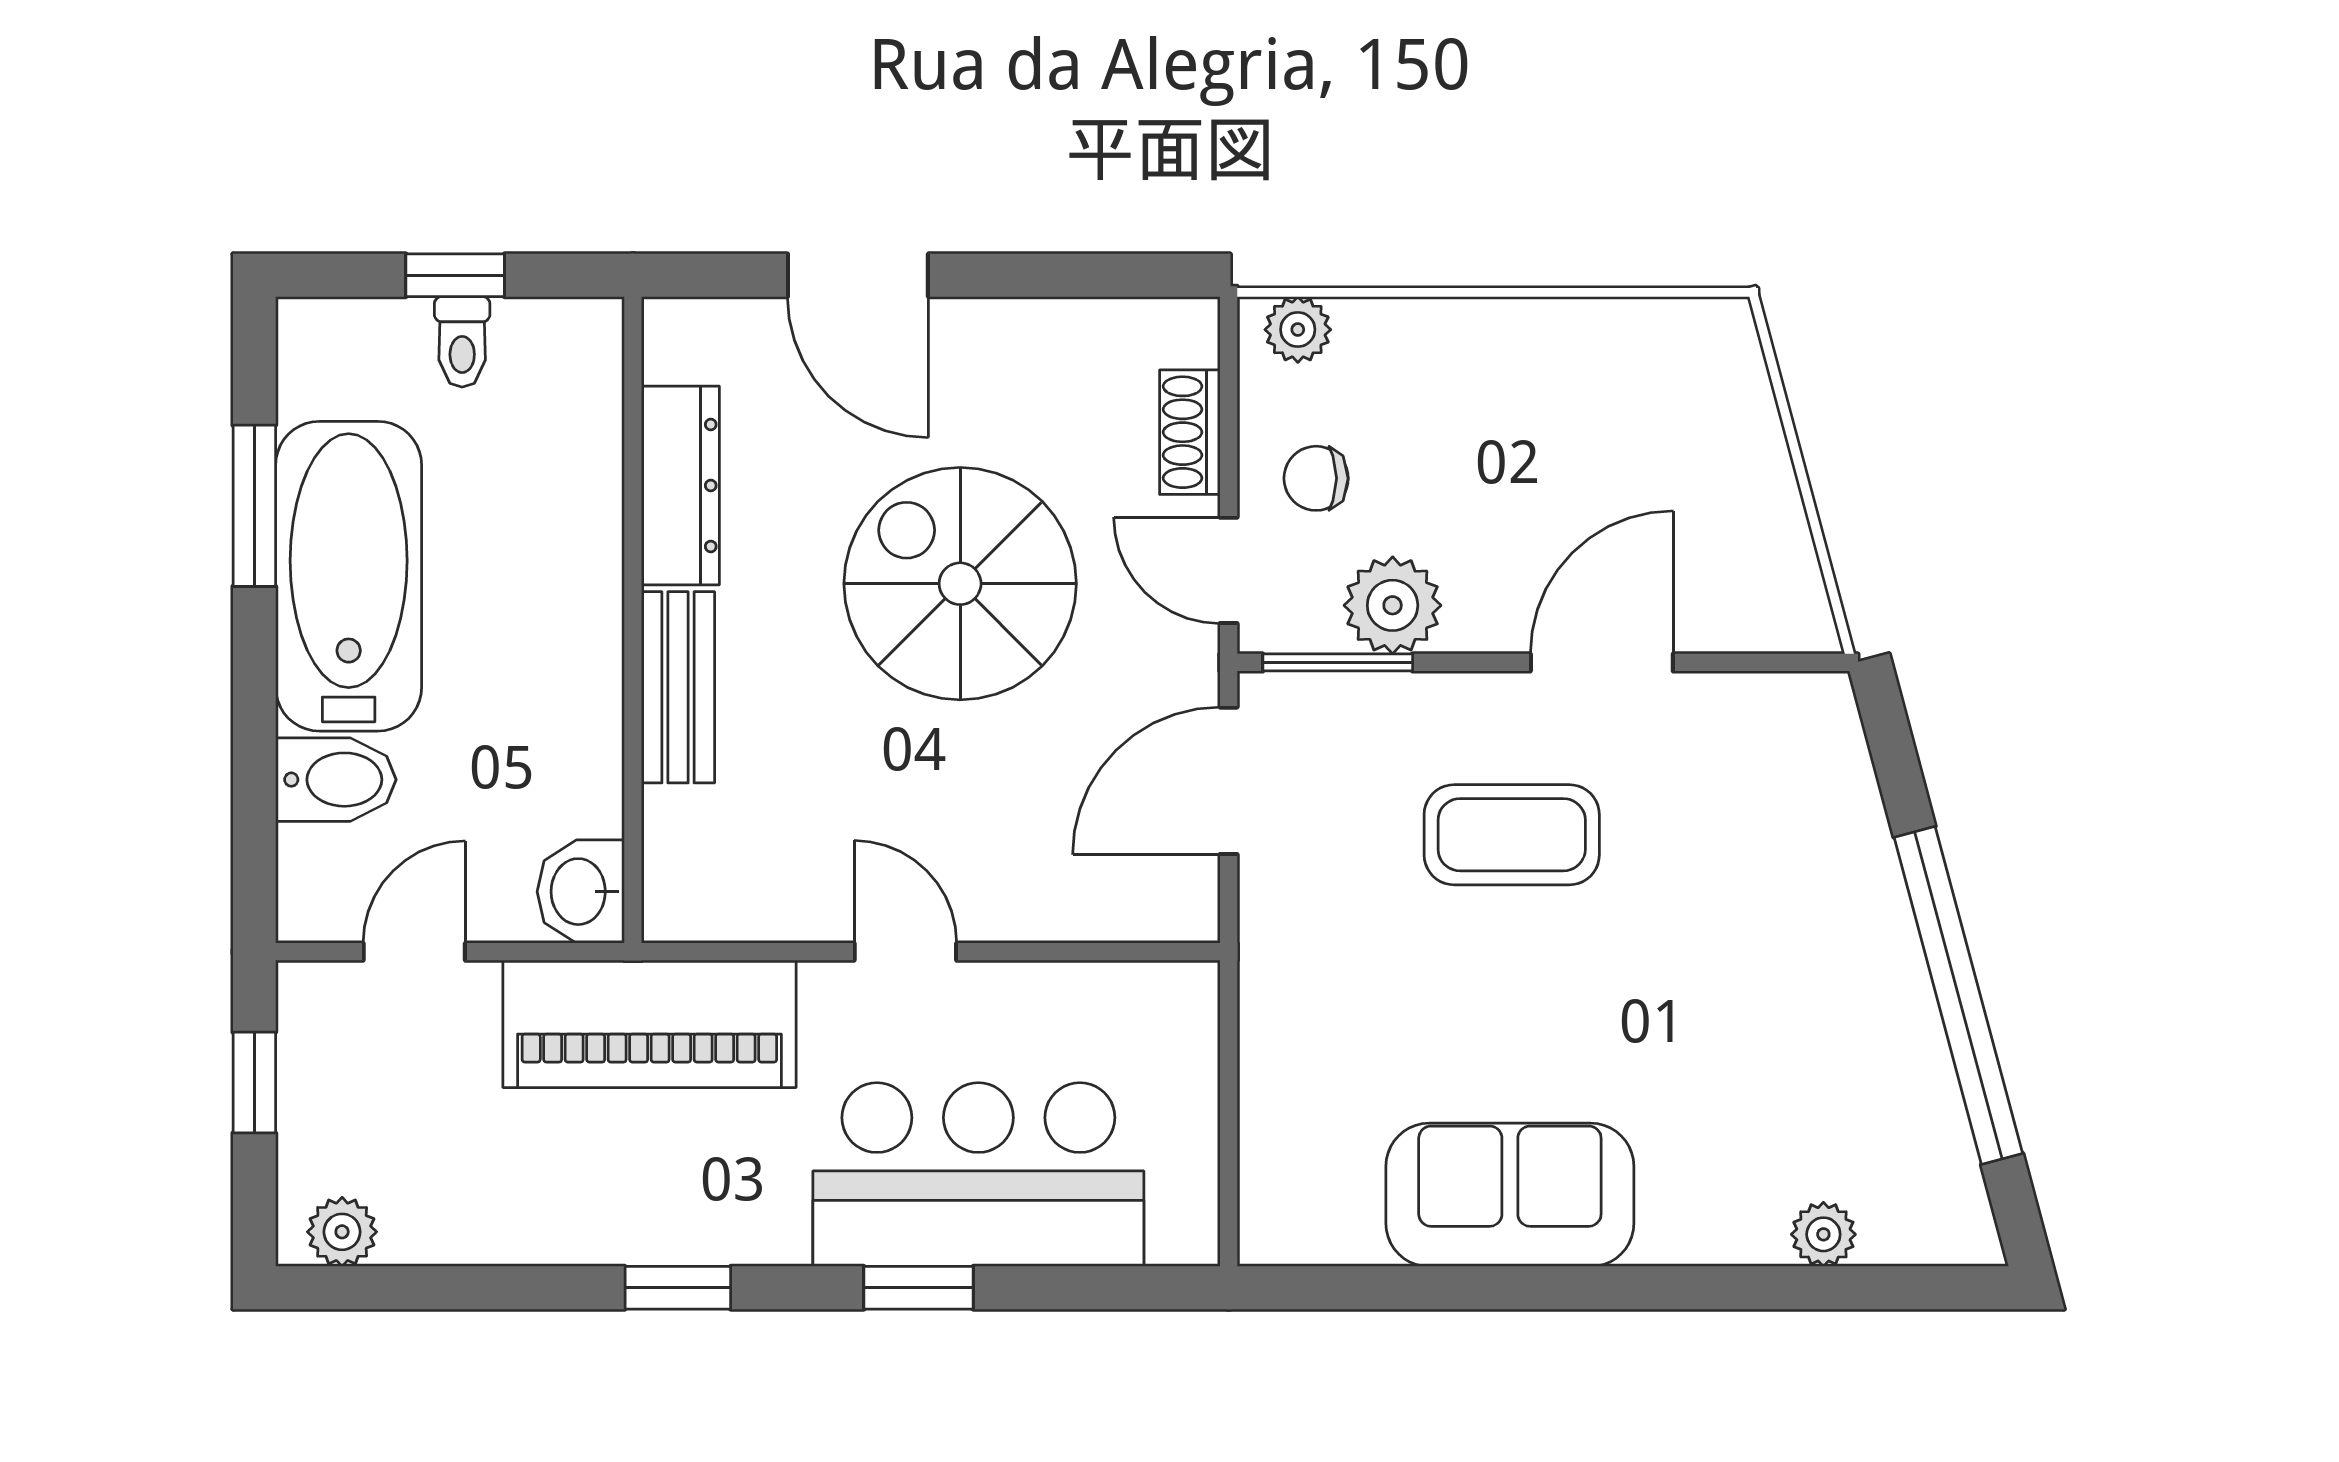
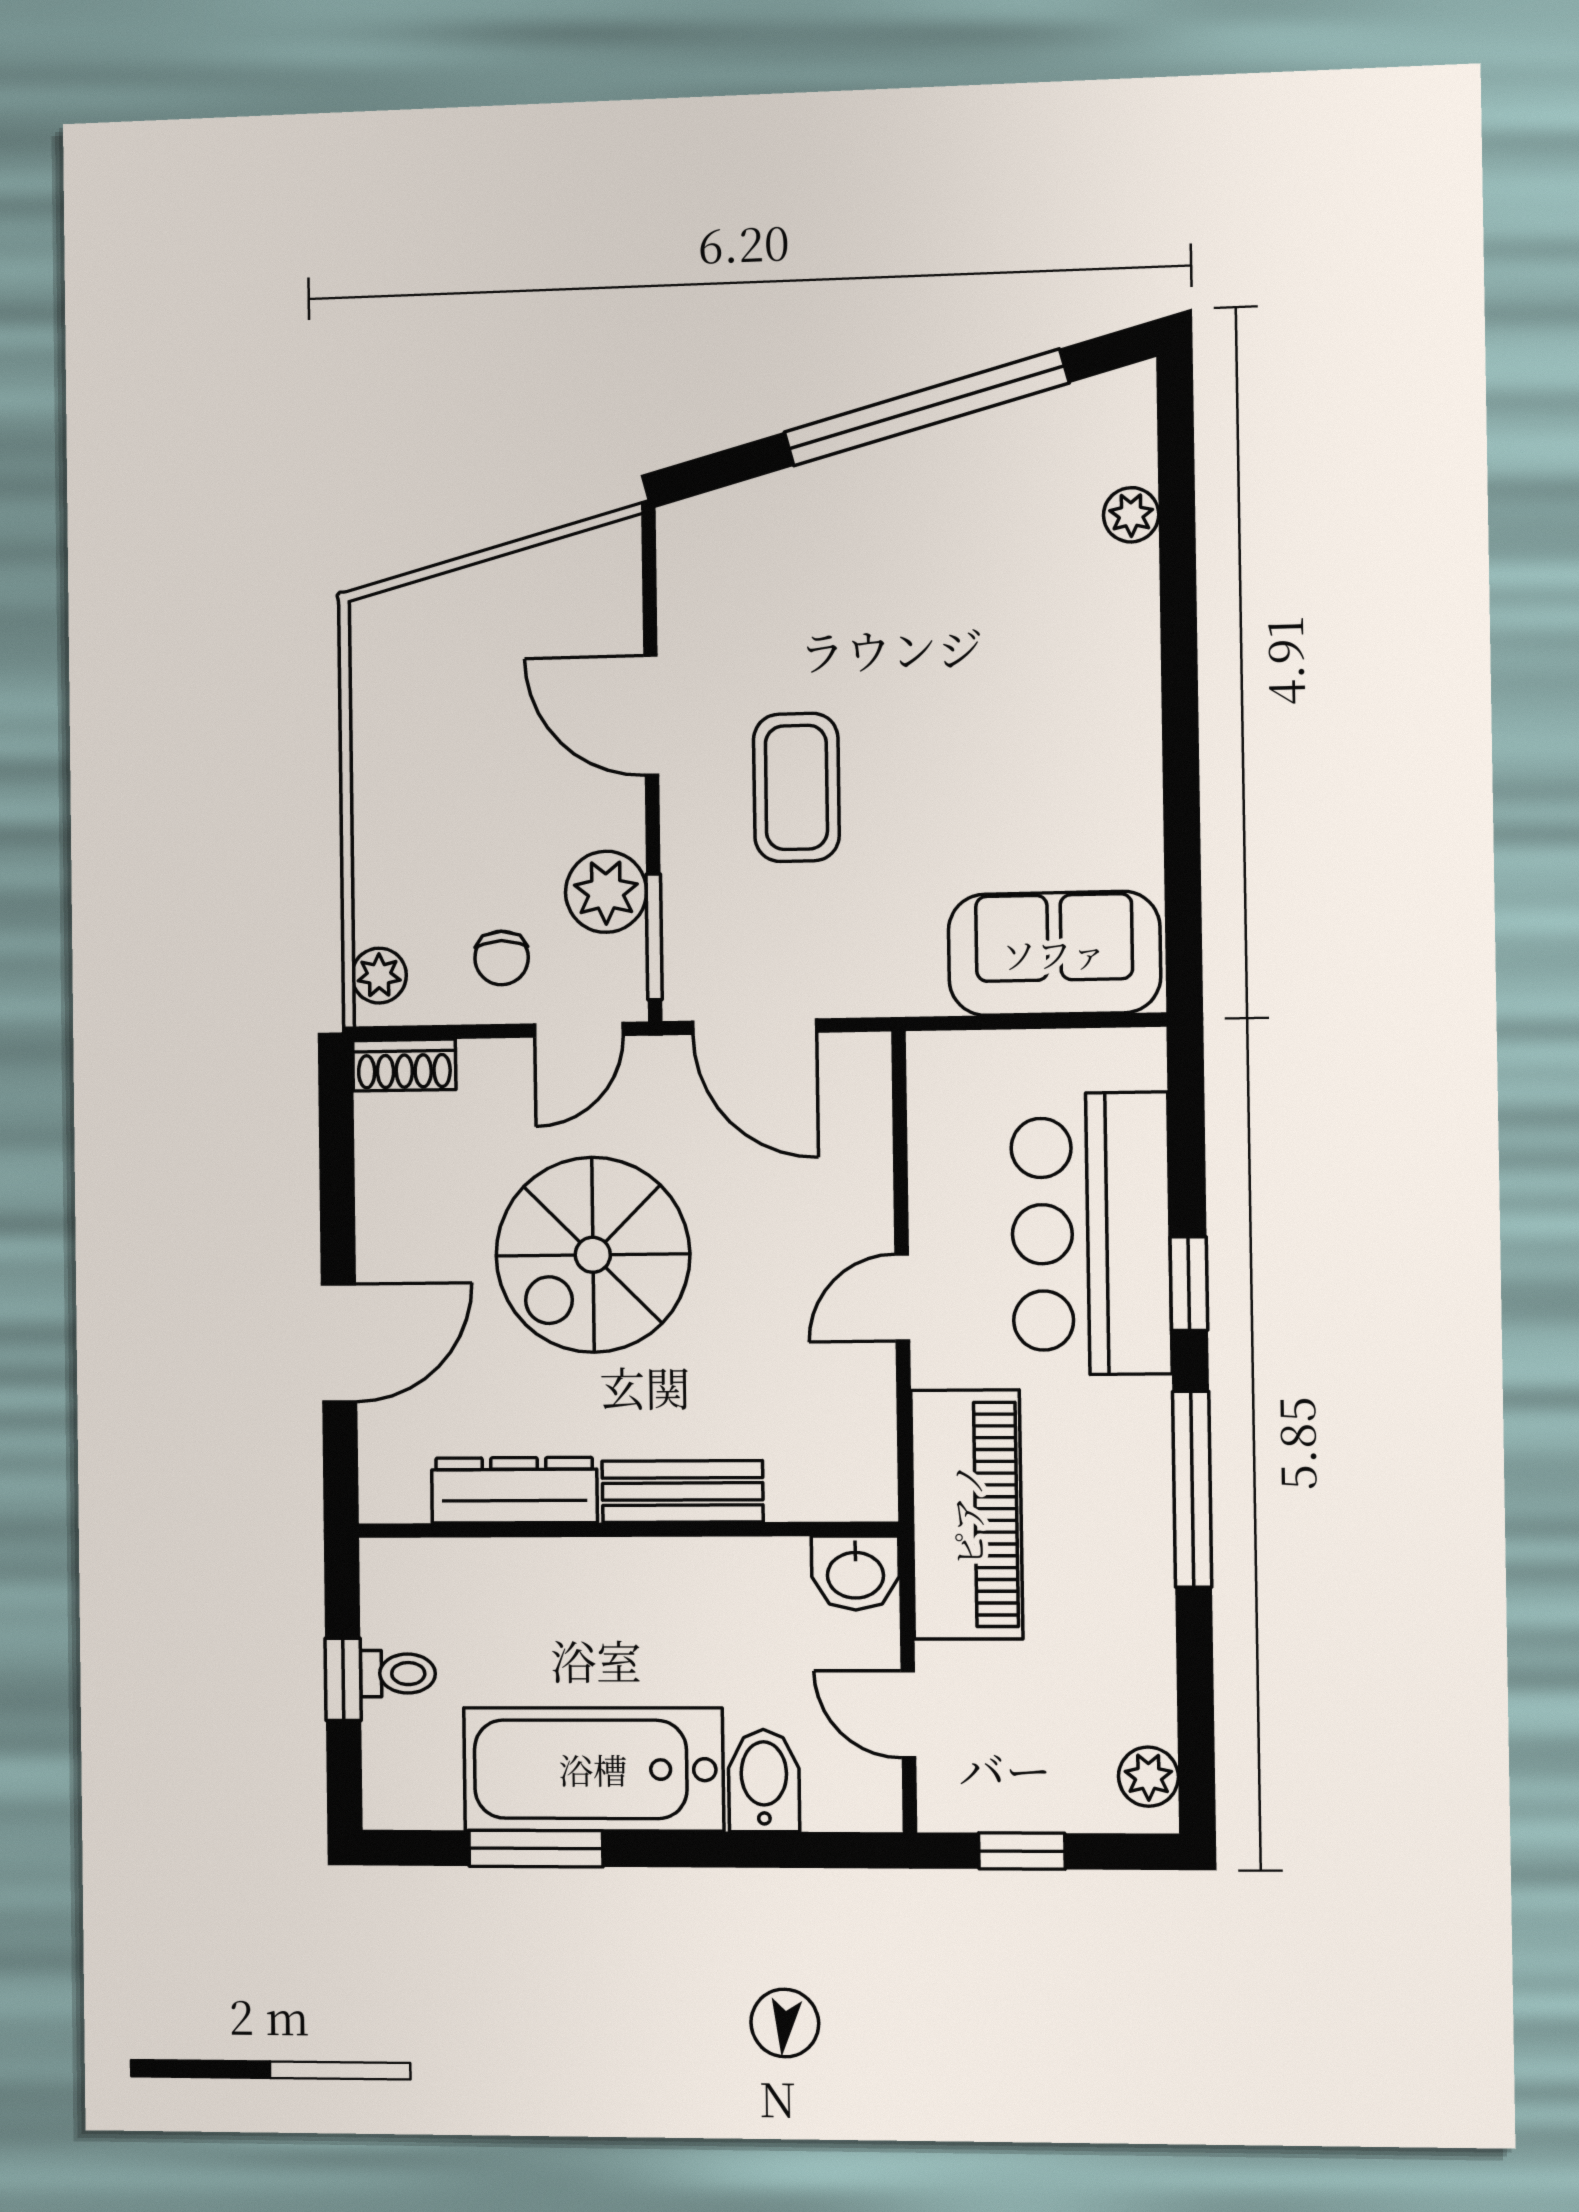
shoe rack: (1190, 432) -> (404, 1065), moved
sofa: (1510, 1195) -> (1054, 953), moved, turned 90
window: (678, 1288) -> (1192, 1489), width x2.17

